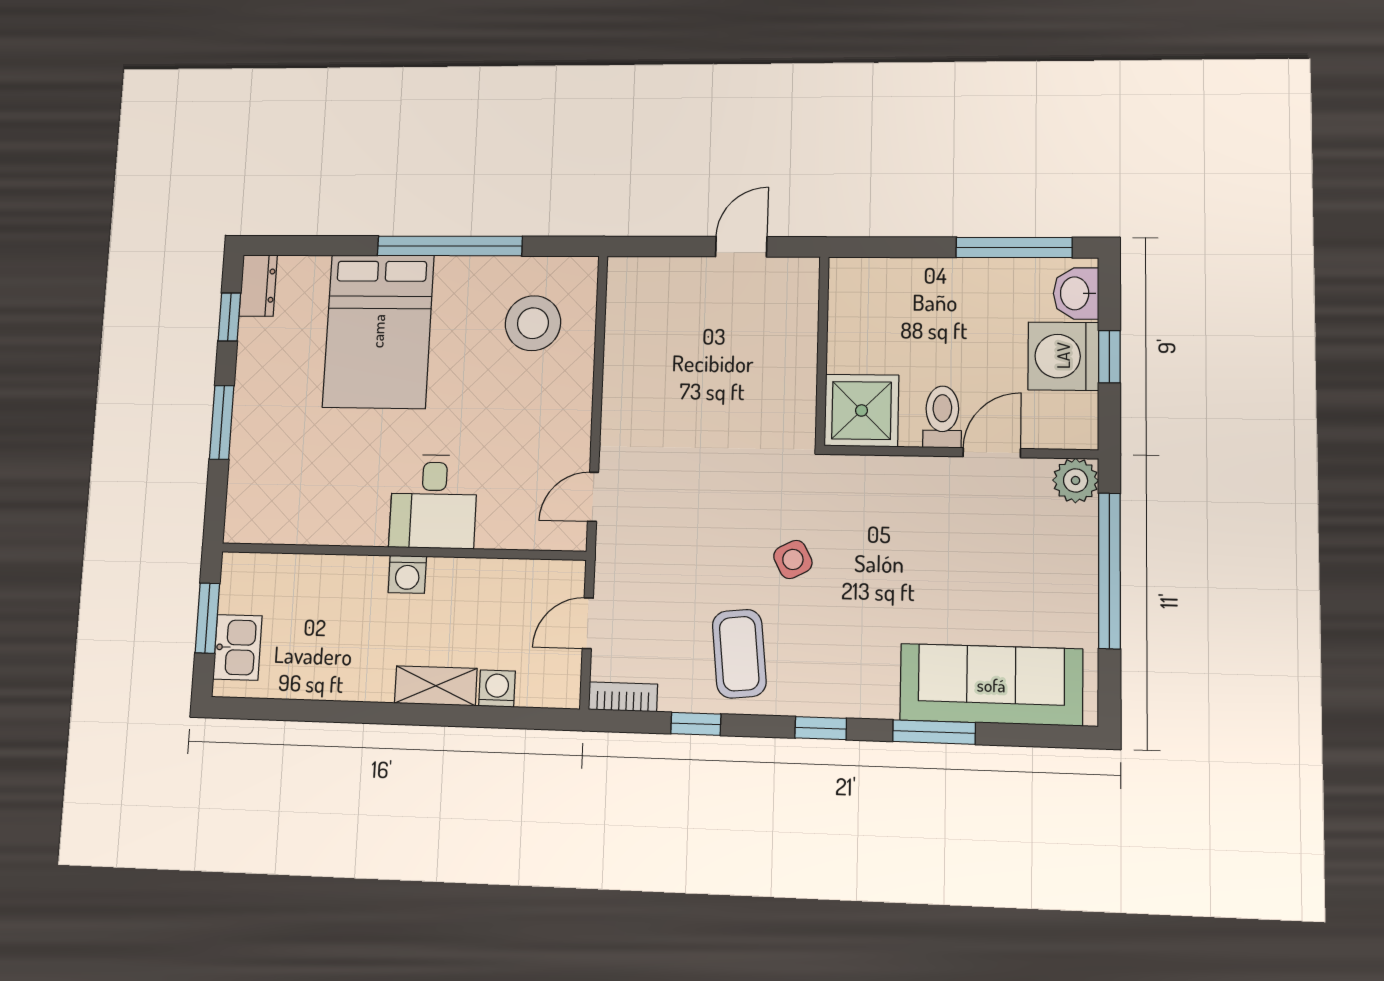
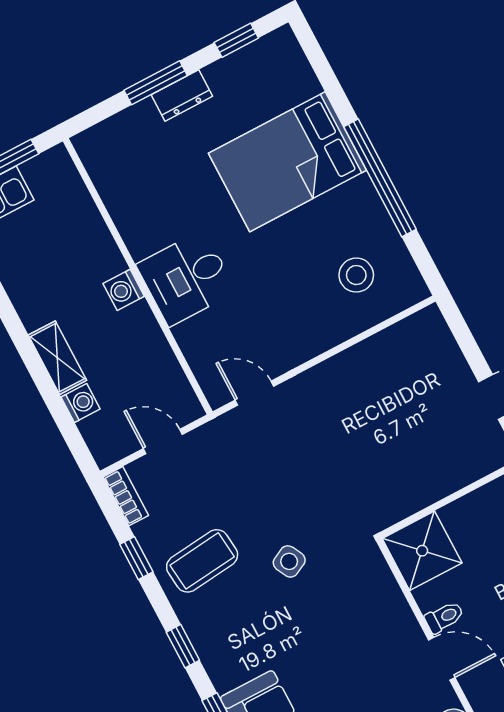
dresser: (258, 286) -> (182, 96), moved
stool: (533, 323) -> (356, 275), width x0.73, depth x0.73
toilet: (942, 417) -> (444, 617), width x0.73, depth x0.72

